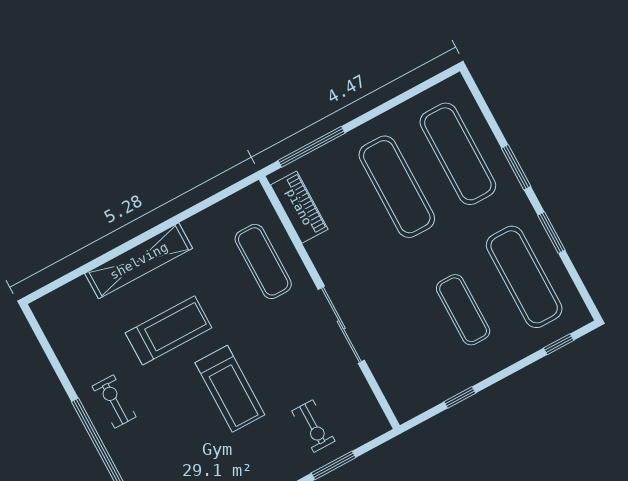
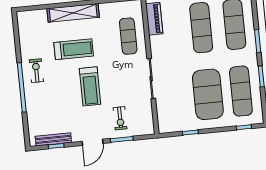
exercise mat: (463, 310) -> (208, 94), width x2.00, depth x1.45

